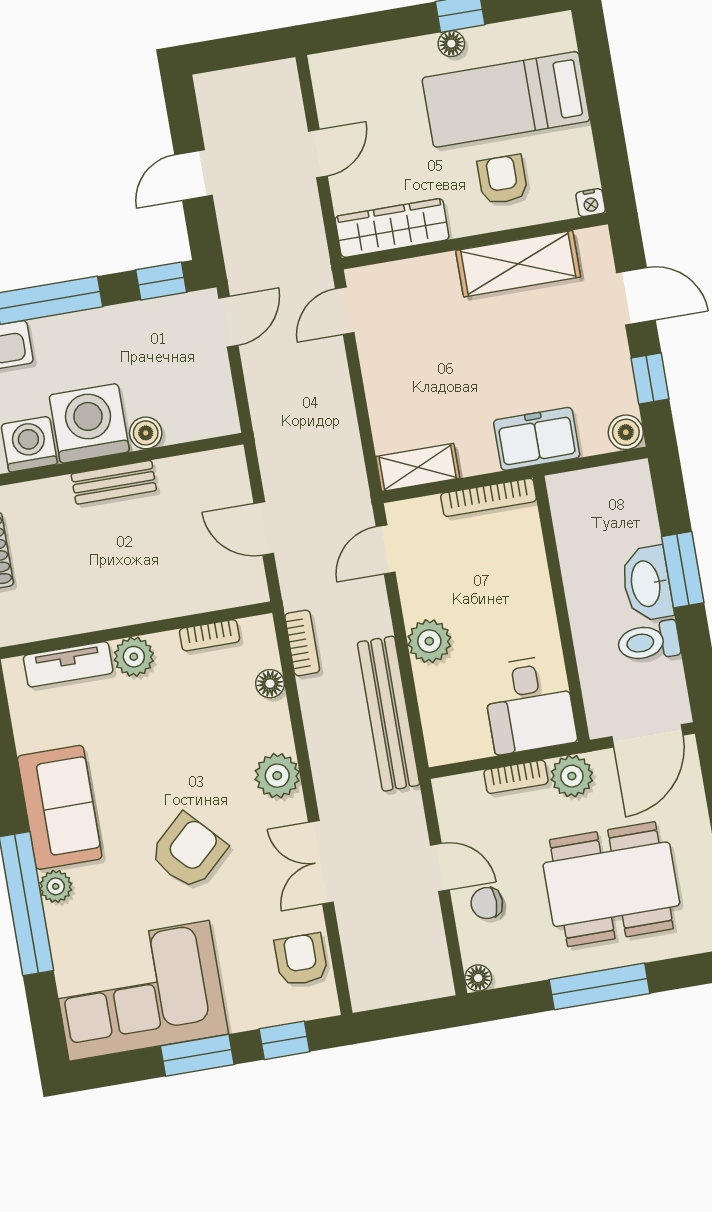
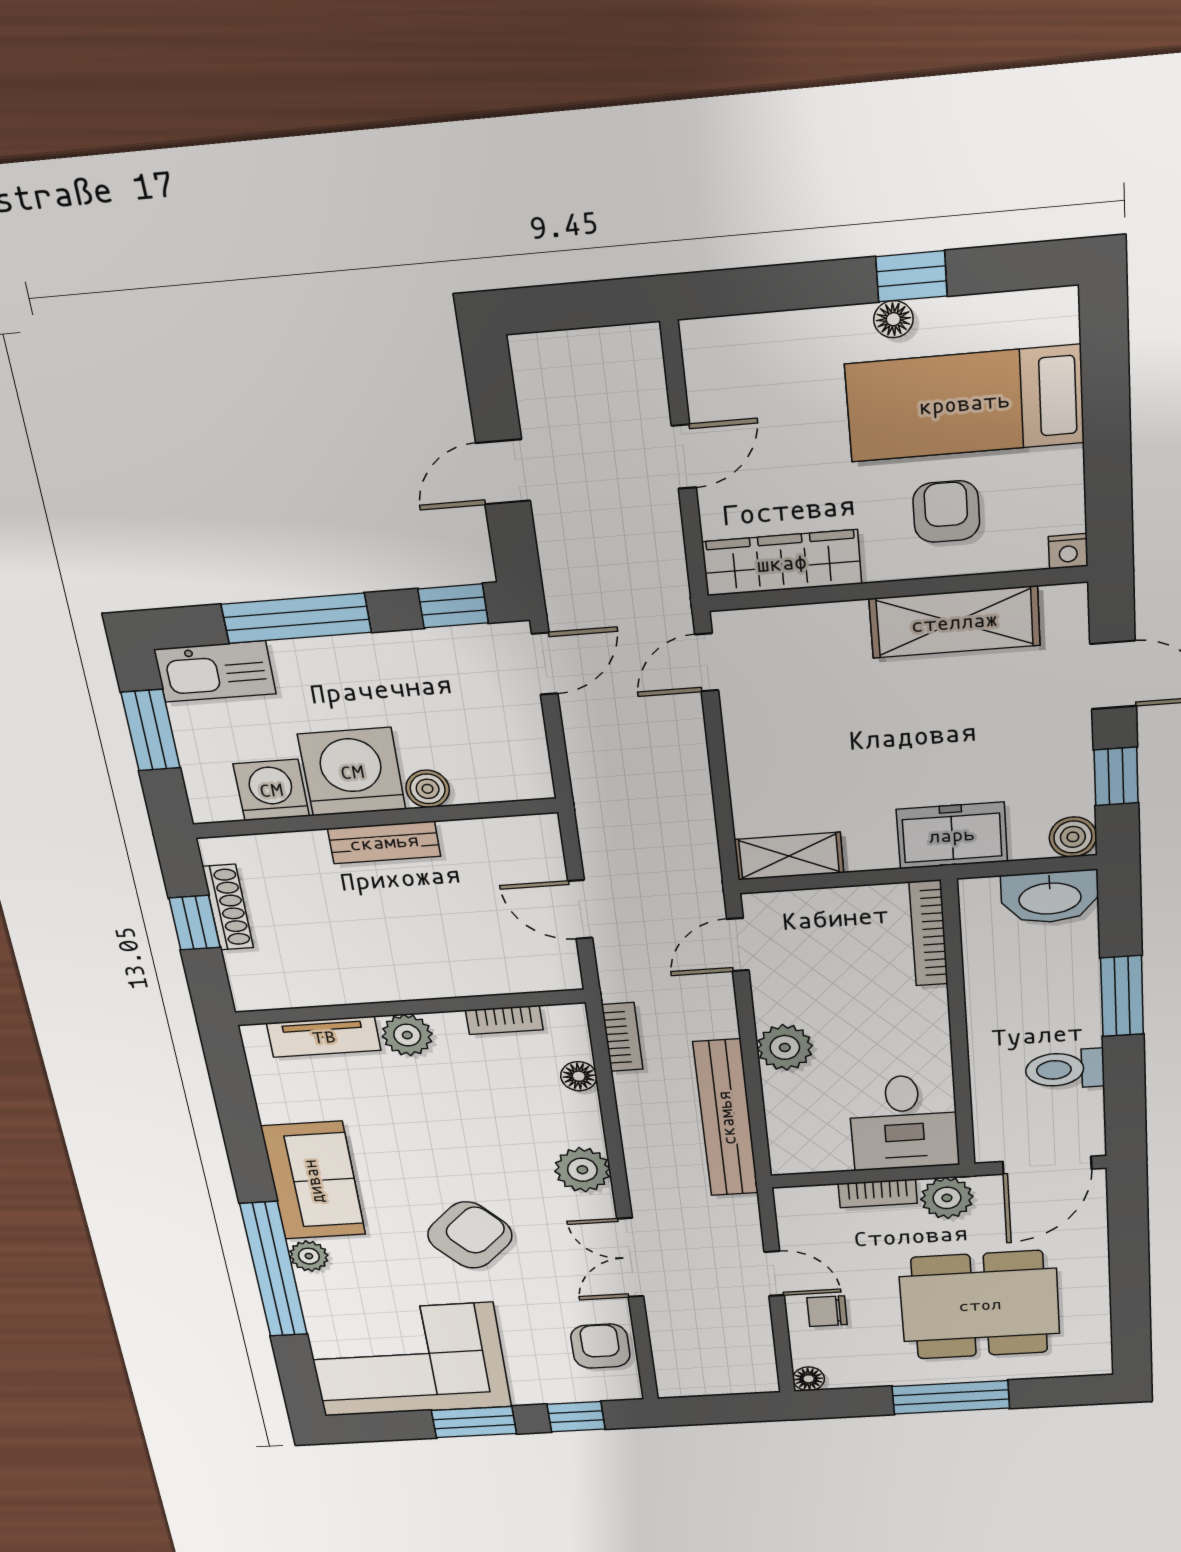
bookcase: (489, 497) -> (929, 933), moved, turned 90
washbasin: (647, 584) -> (1050, 897), moved, turned -90

